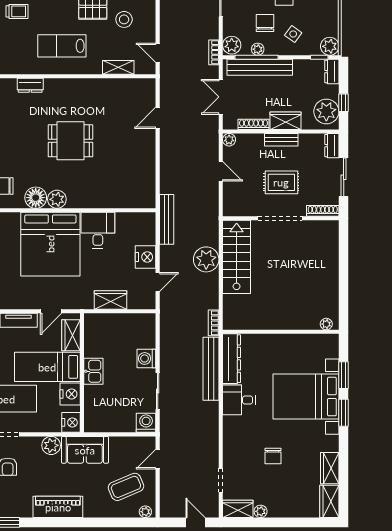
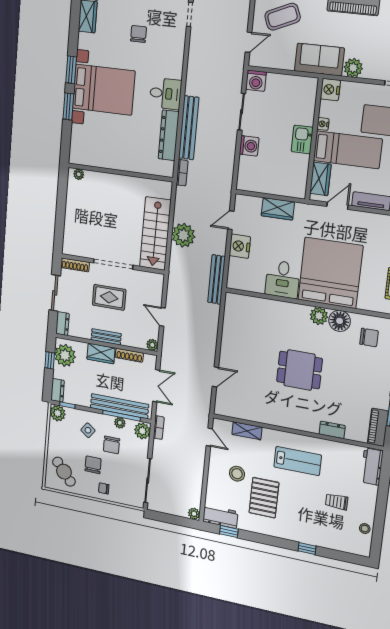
plant: (326, 324) -> (79, 174), moved
wall: (281, 332) -> (120, 172), moved
nightstand: (70, 394) -> (323, 124), width x0.53, depth x0.56

